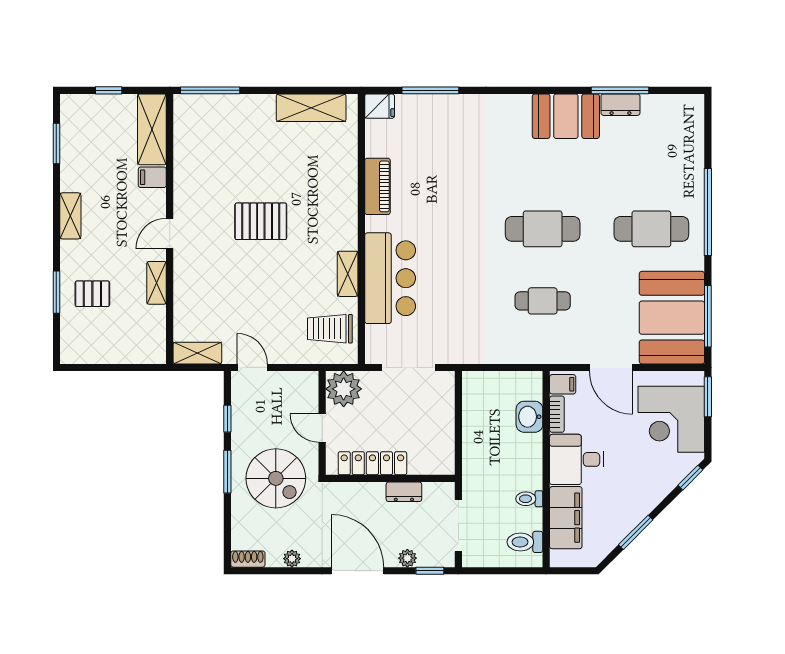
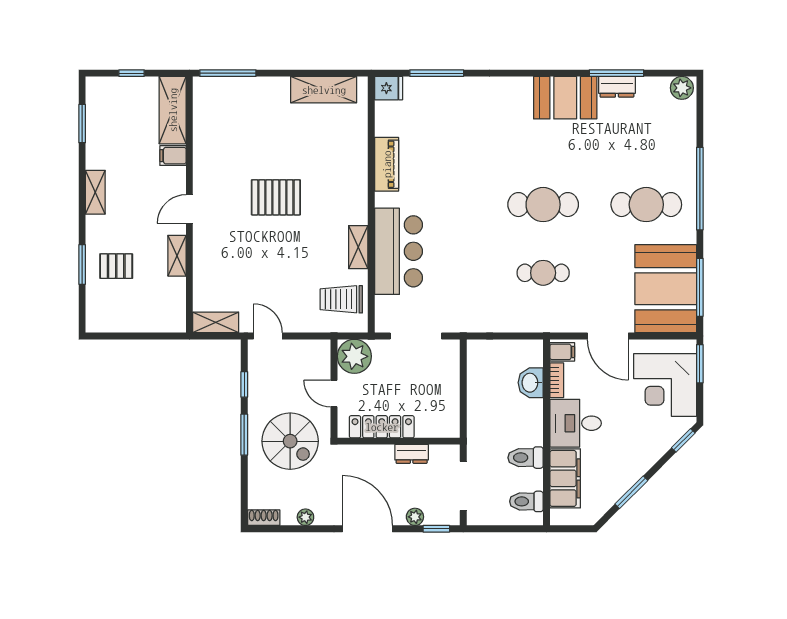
plant: (689, 106) -> (682, 88), added
toilet: (529, 499) -> (526, 458), width x1.37, depth x1.39

